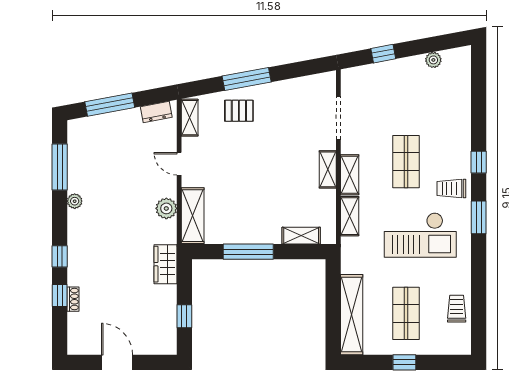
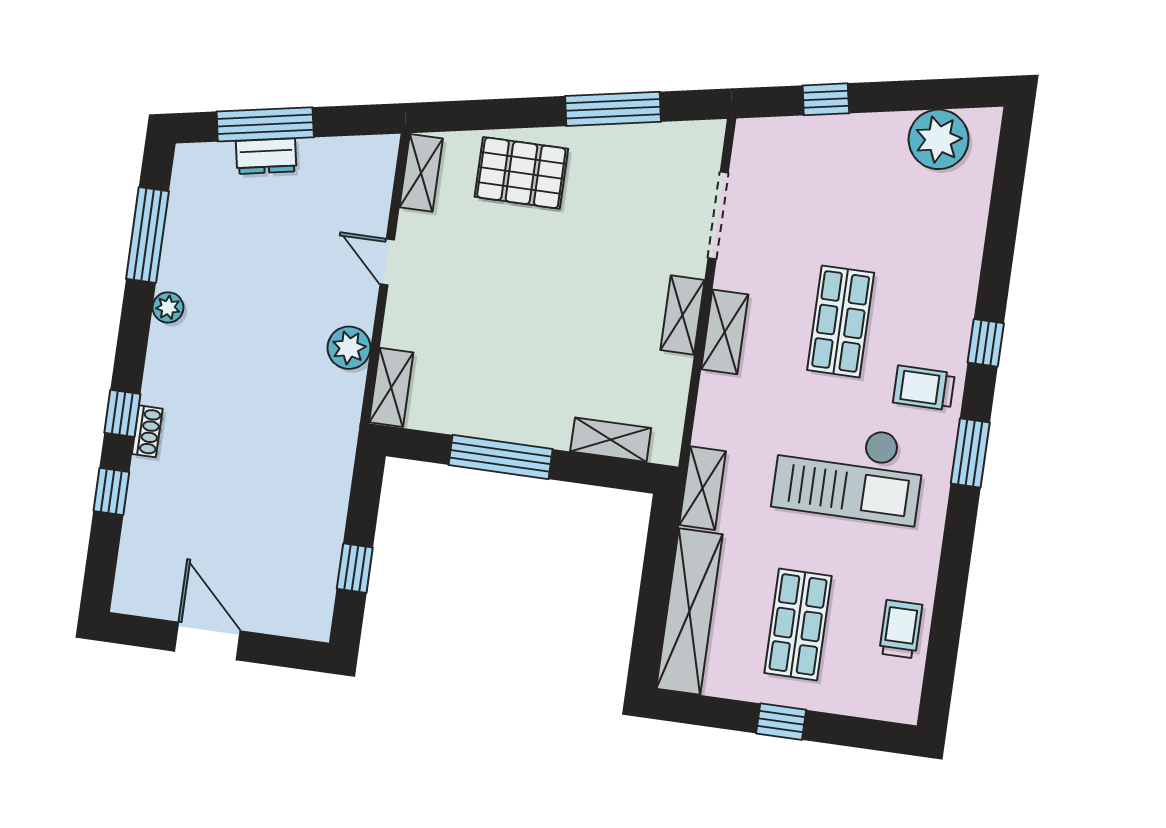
plant: (433, 60) -> (939, 139), width x1.87, depth x1.87
window: (247, 79) -> (613, 109), moved
pallet: (239, 111) -> (521, 173), width x1.50, depth x1.42
dresser: (156, 112) -> (266, 156), moved
shelving: (193, 216) -> (391, 387), width x0.67, depth x0.75
shelving: (350, 216) -> (703, 488), moved
wardrobe: (166, 264) -> (332, 459), removed
shoe rack: (73, 299) -> (147, 431), moved

